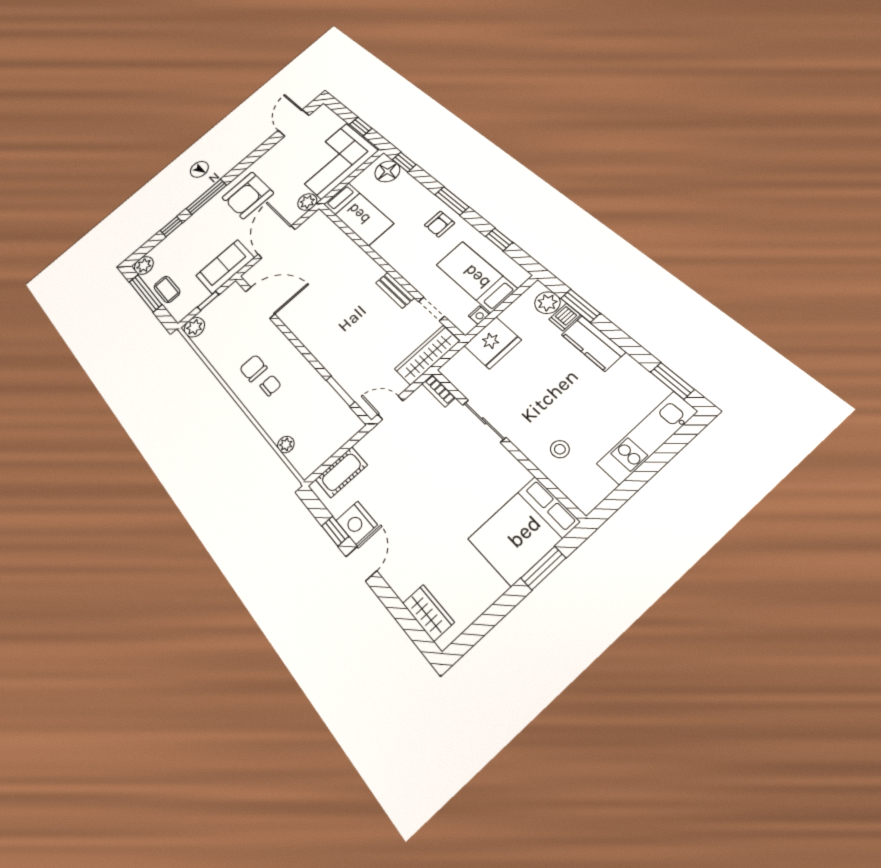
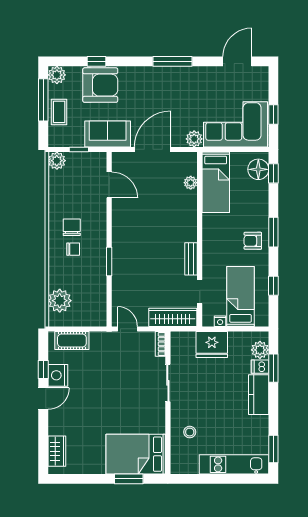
armchair: (248, 195) -> (100, 85), moved, turned 180
window: (206, 197) -> (173, 61), moved
plant: (335, 234) -> (191, 183), added
door: (260, 303) -> (109, 185), width x0.73
window: (340, 391) -> (109, 261), moved
plant: (286, 445) -> (60, 301), width x1.88, depth x1.88

